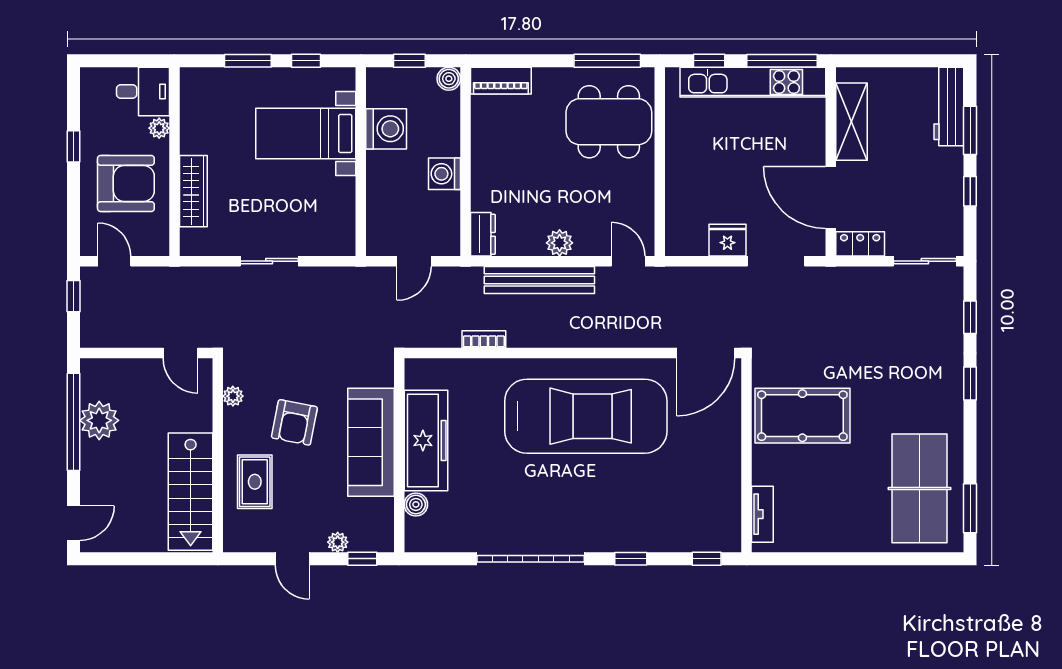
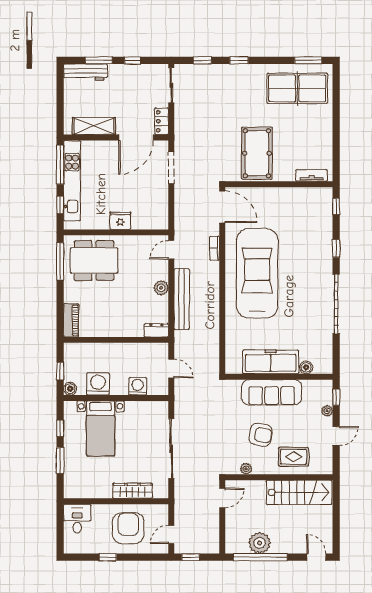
boiler: (449, 79) -> (70, 389), moved
dining table: (609, 122) -> (94, 261), turned 90
plant: (159, 128) -> (98, 510), removed
washing machine: (445, 174) -> (138, 386), moved, turned 180
fridge: (727, 240) -> (120, 221), moved, turned 90
sliding door: (269, 261) -> (171, 449), width x1.86
bookcase: (484, 339) -> (215, 248), moved

